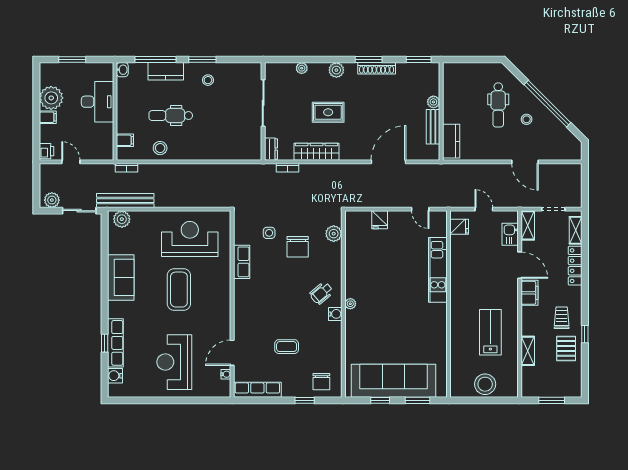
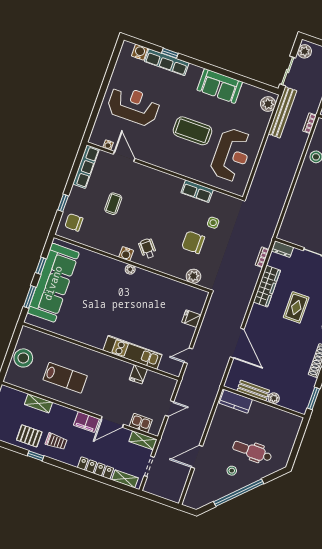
fridge: (459, 227) -> (138, 374), moved

